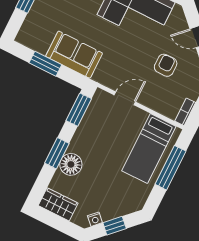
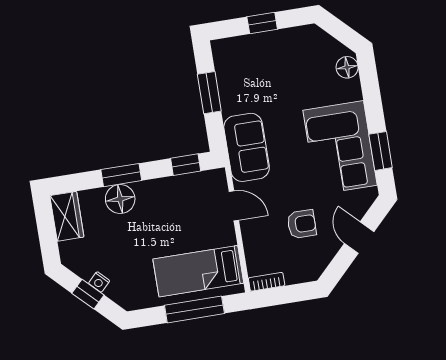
sofa: (74, 55) -> (247, 147), moved
window: (79, 110) -> (186, 165), width x0.67
nightstand: (95, 219) -> (99, 282), moved

